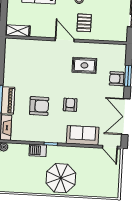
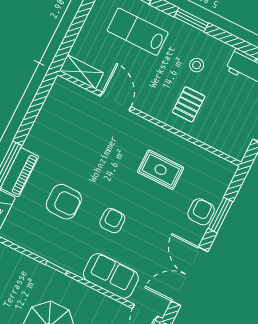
door: (65, 40) -> (116, 101), moved
armchair: (117, 79) -> (201, 212), turned 90
barbecue: (38, 150) -> (32, 269), removed

